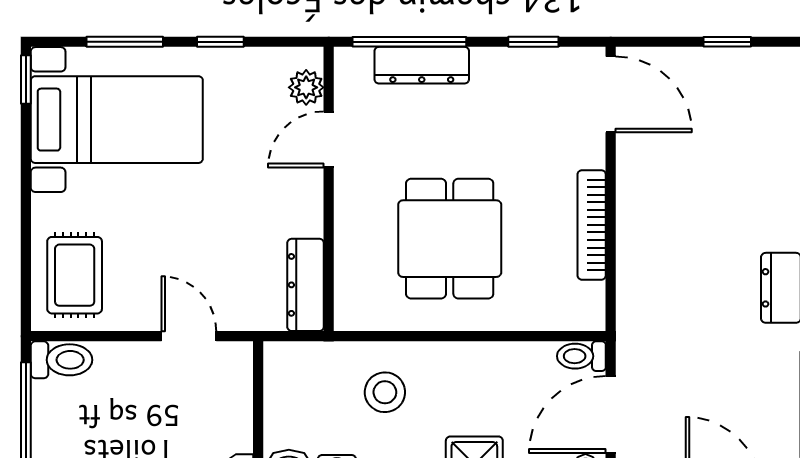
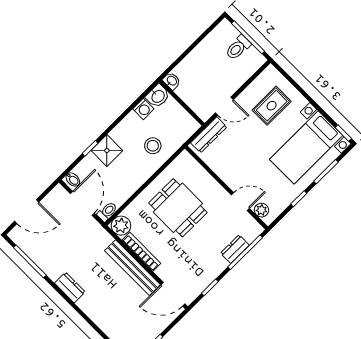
dresser: (422, 65) -> (235, 249), width x0.70
door: (329, 139) -> (240, 202), hinge flipped
bench: (635, 213) -> (132, 268), added
rug: (75, 275) -> (272, 106), moved, turned 90
dresser: (306, 285) -> (209, 135), moved, turned 90
plant: (582, 307) -> (121, 226), added
toilet: (62, 360) -> (238, 48), moved

